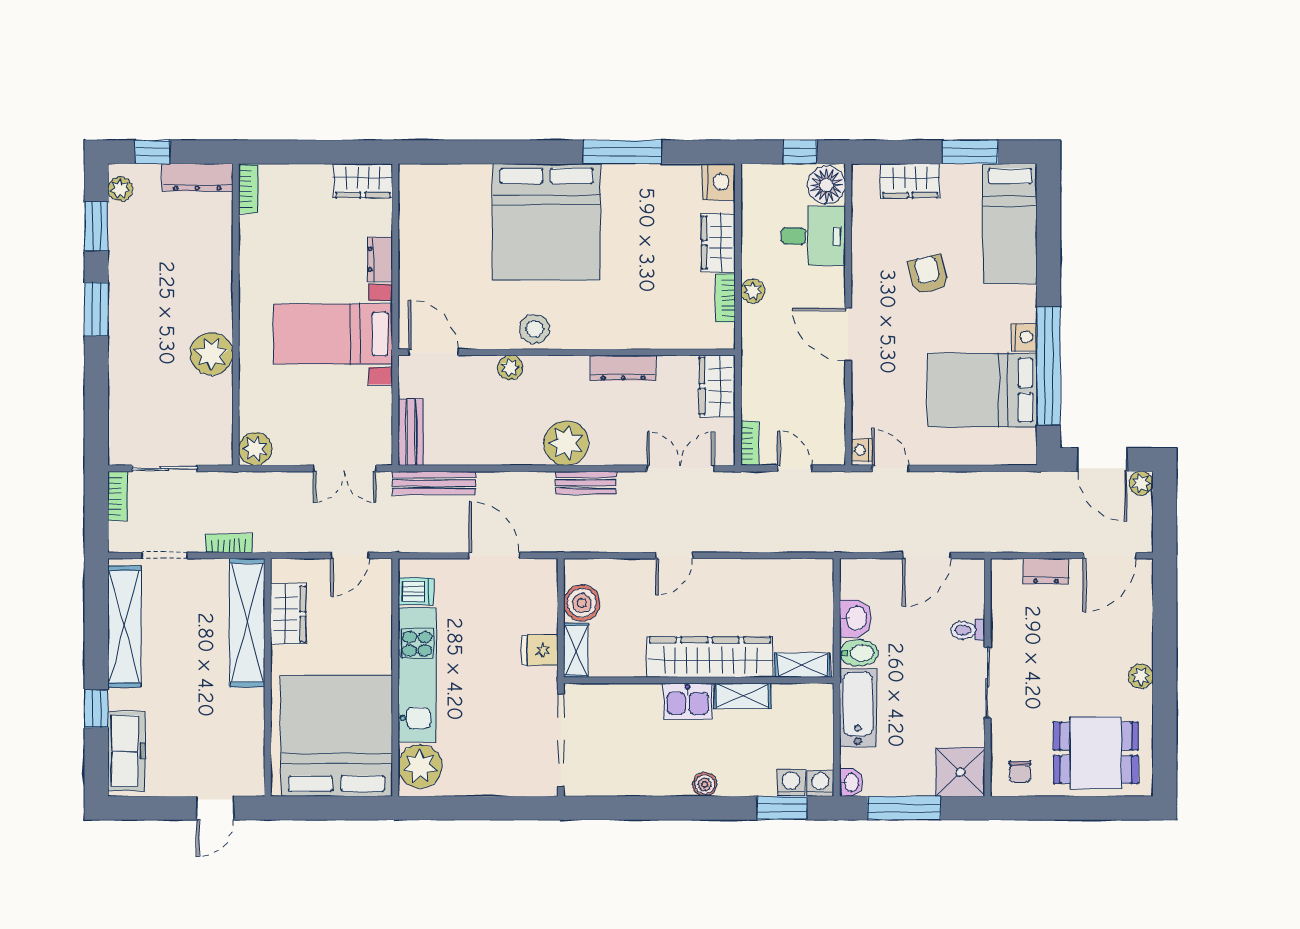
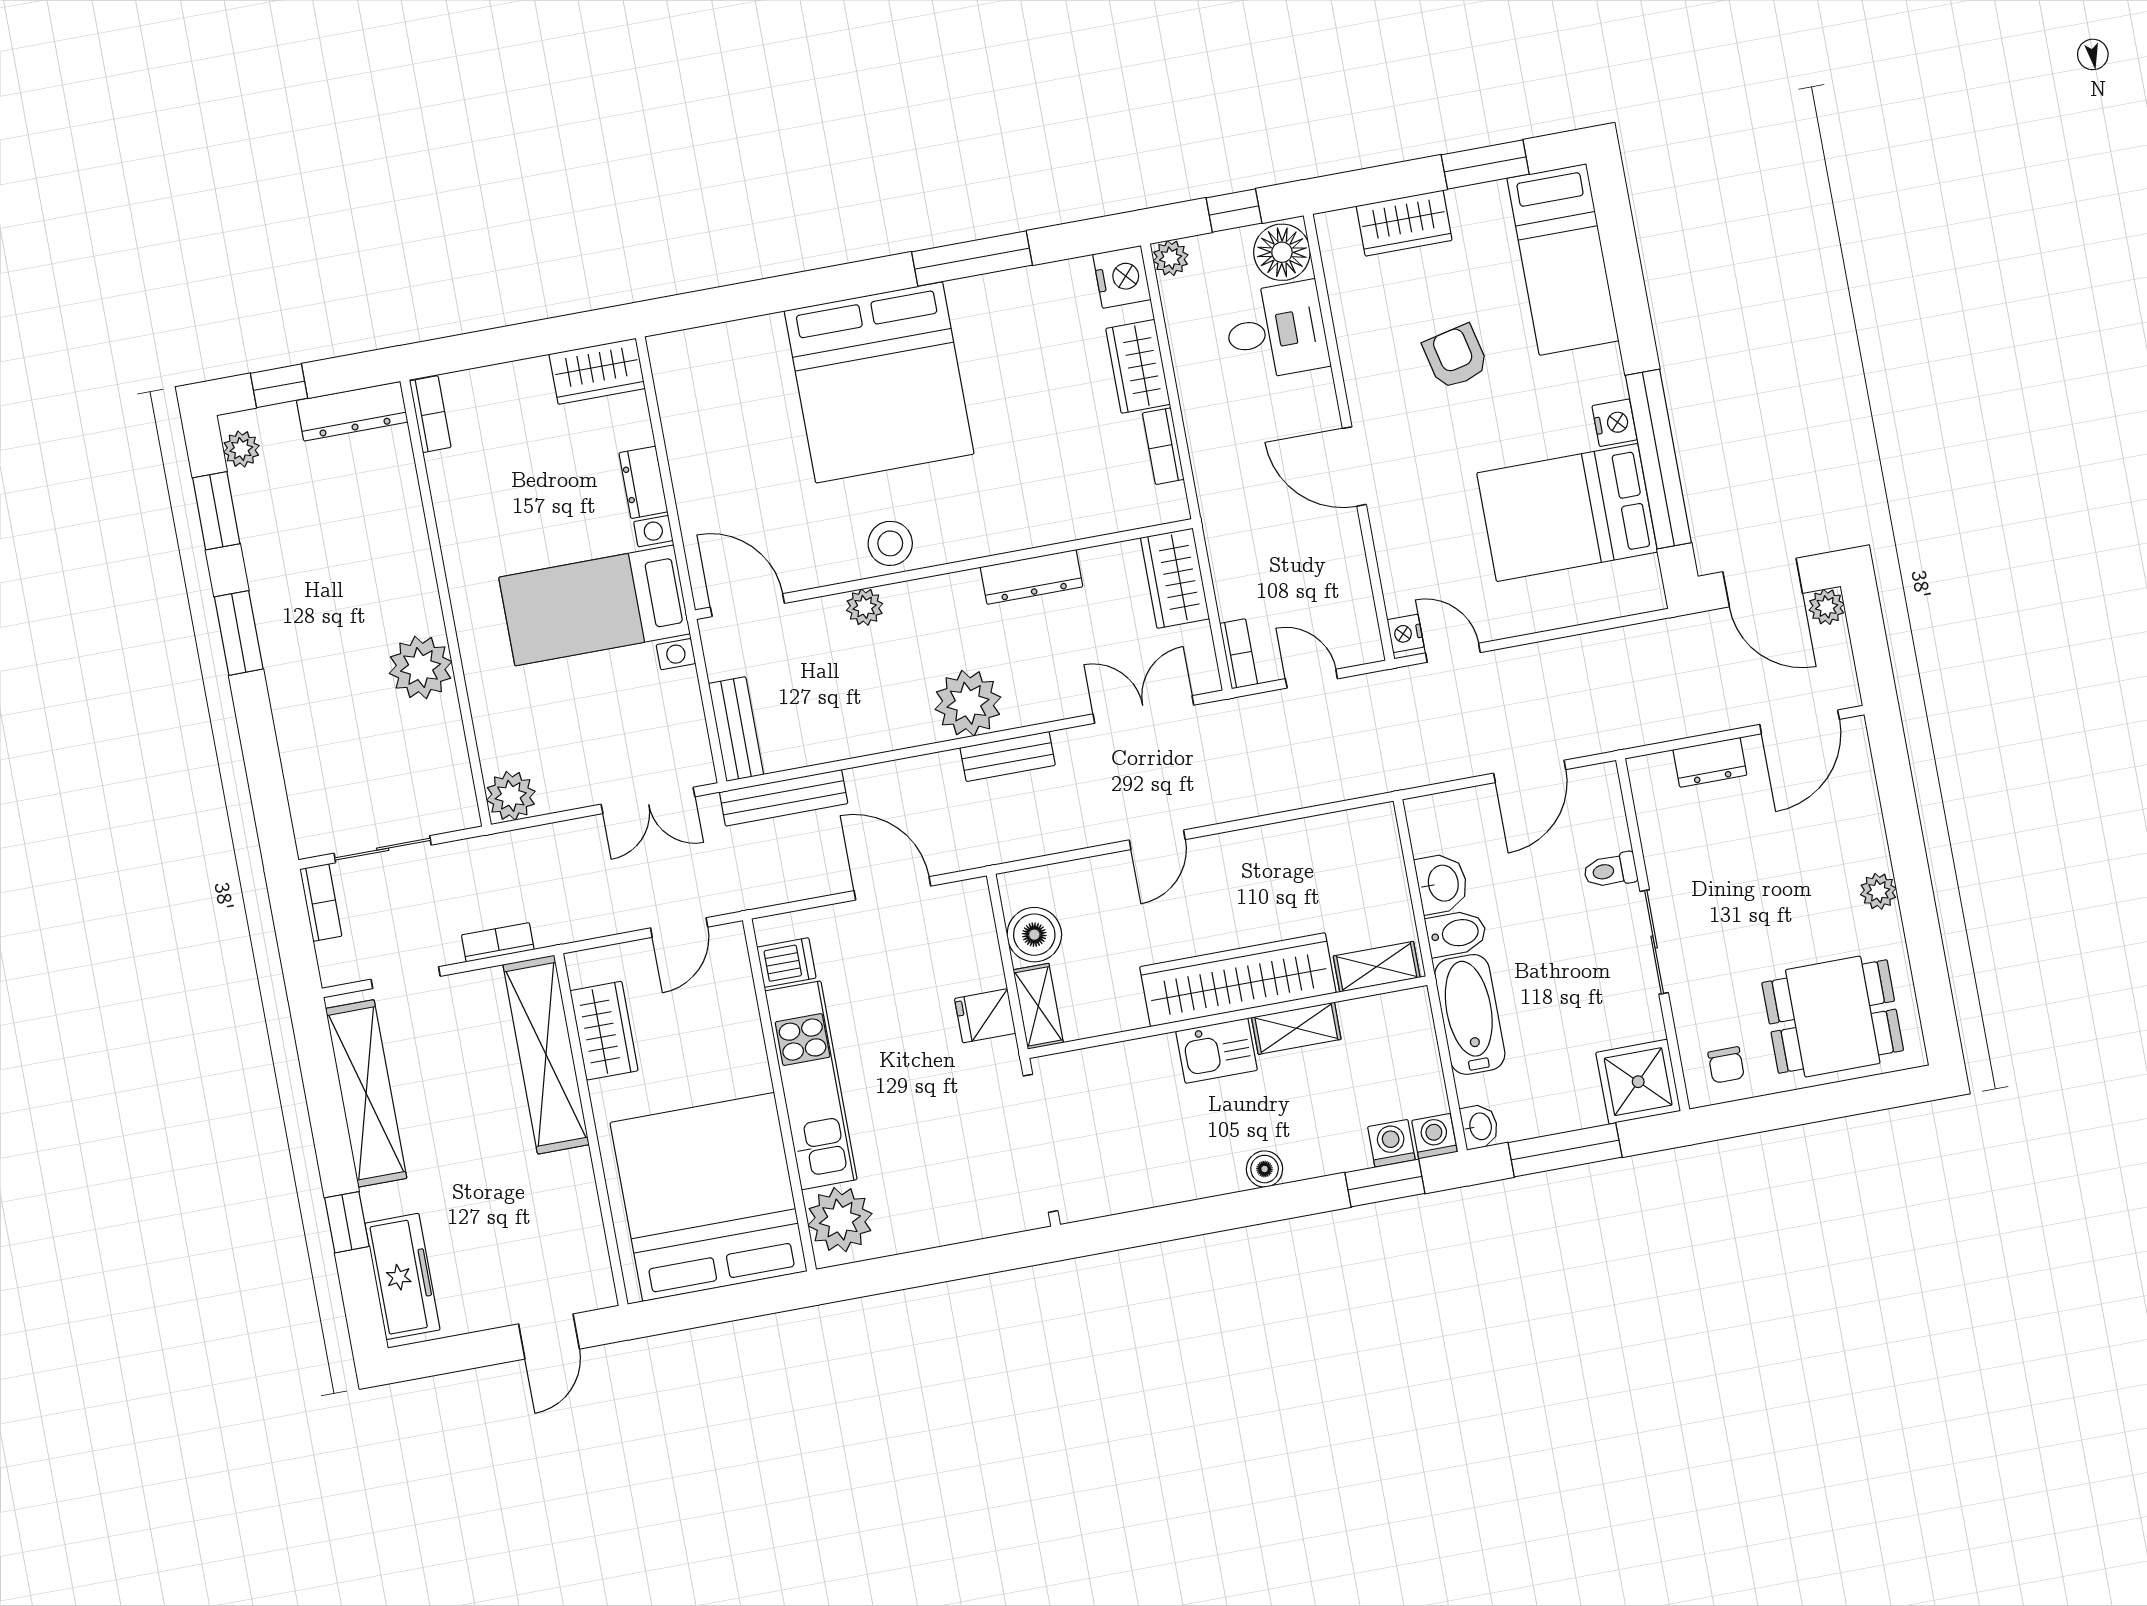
plant: (753, 291) -> (1171, 258), moved

